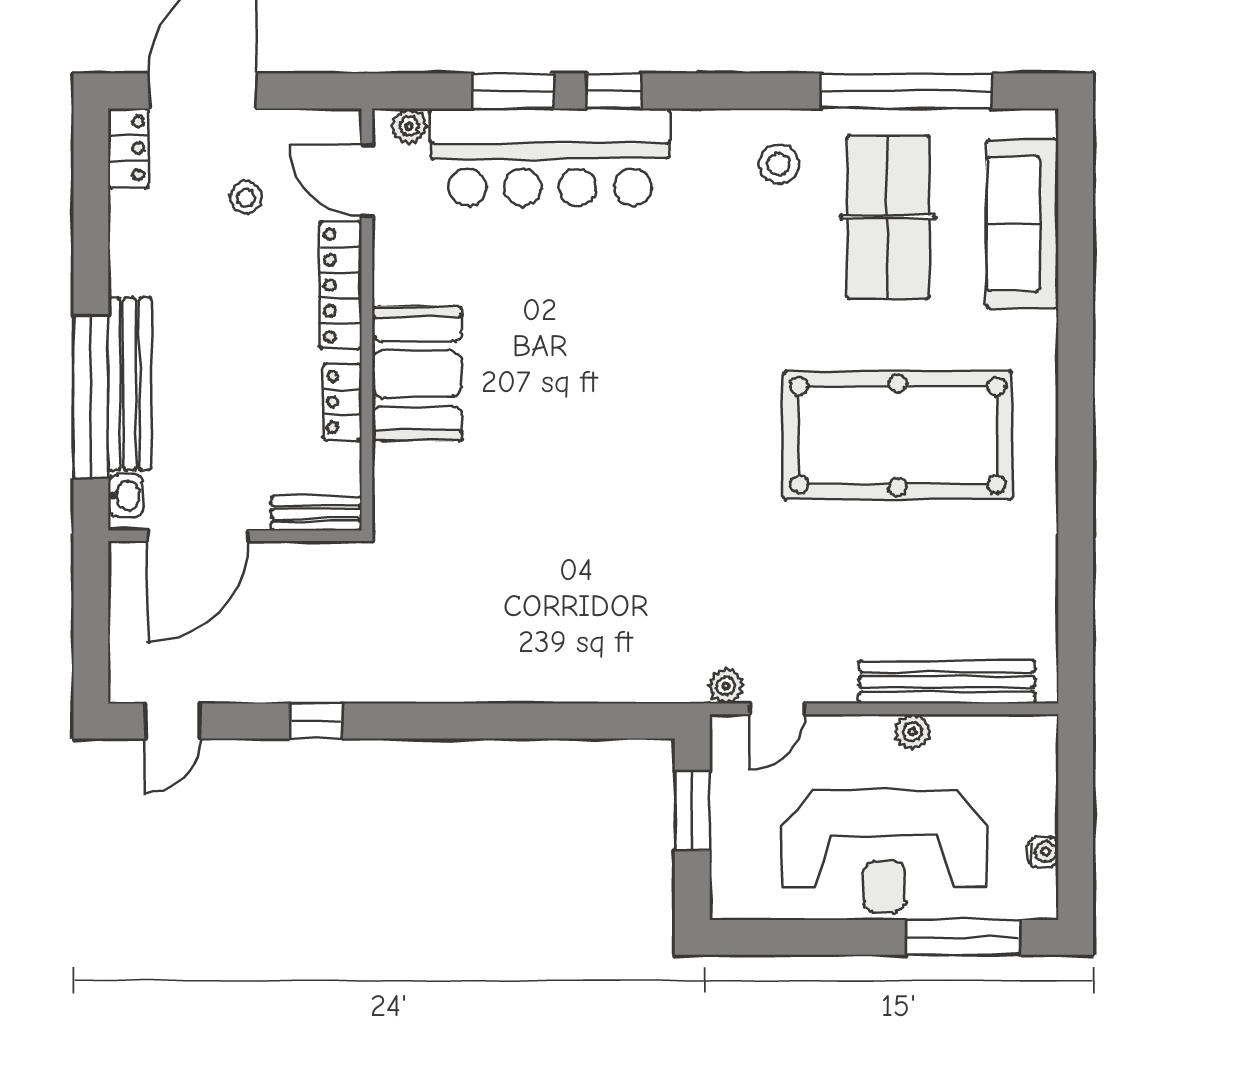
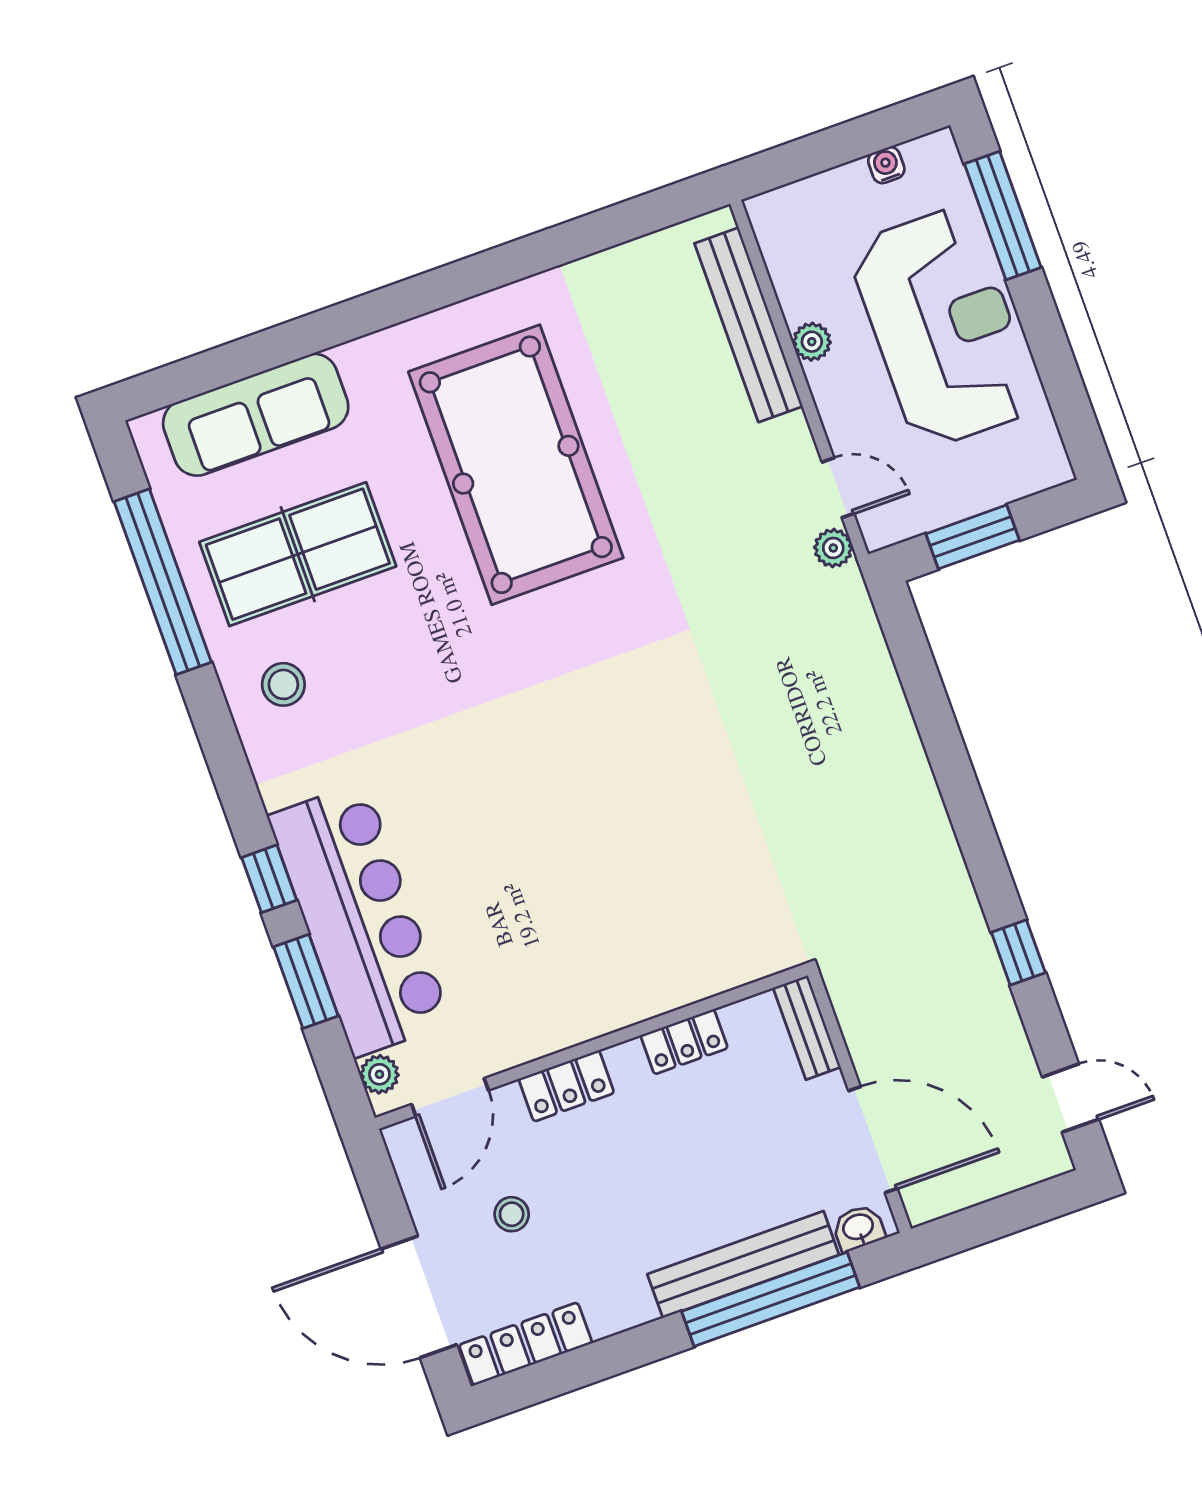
locker: (128, 148) -> (526, 1344), width x1.53
locker: (340, 285) -> (566, 1086), width x0.66
booth: (417, 374) -> (628, 976), removed

